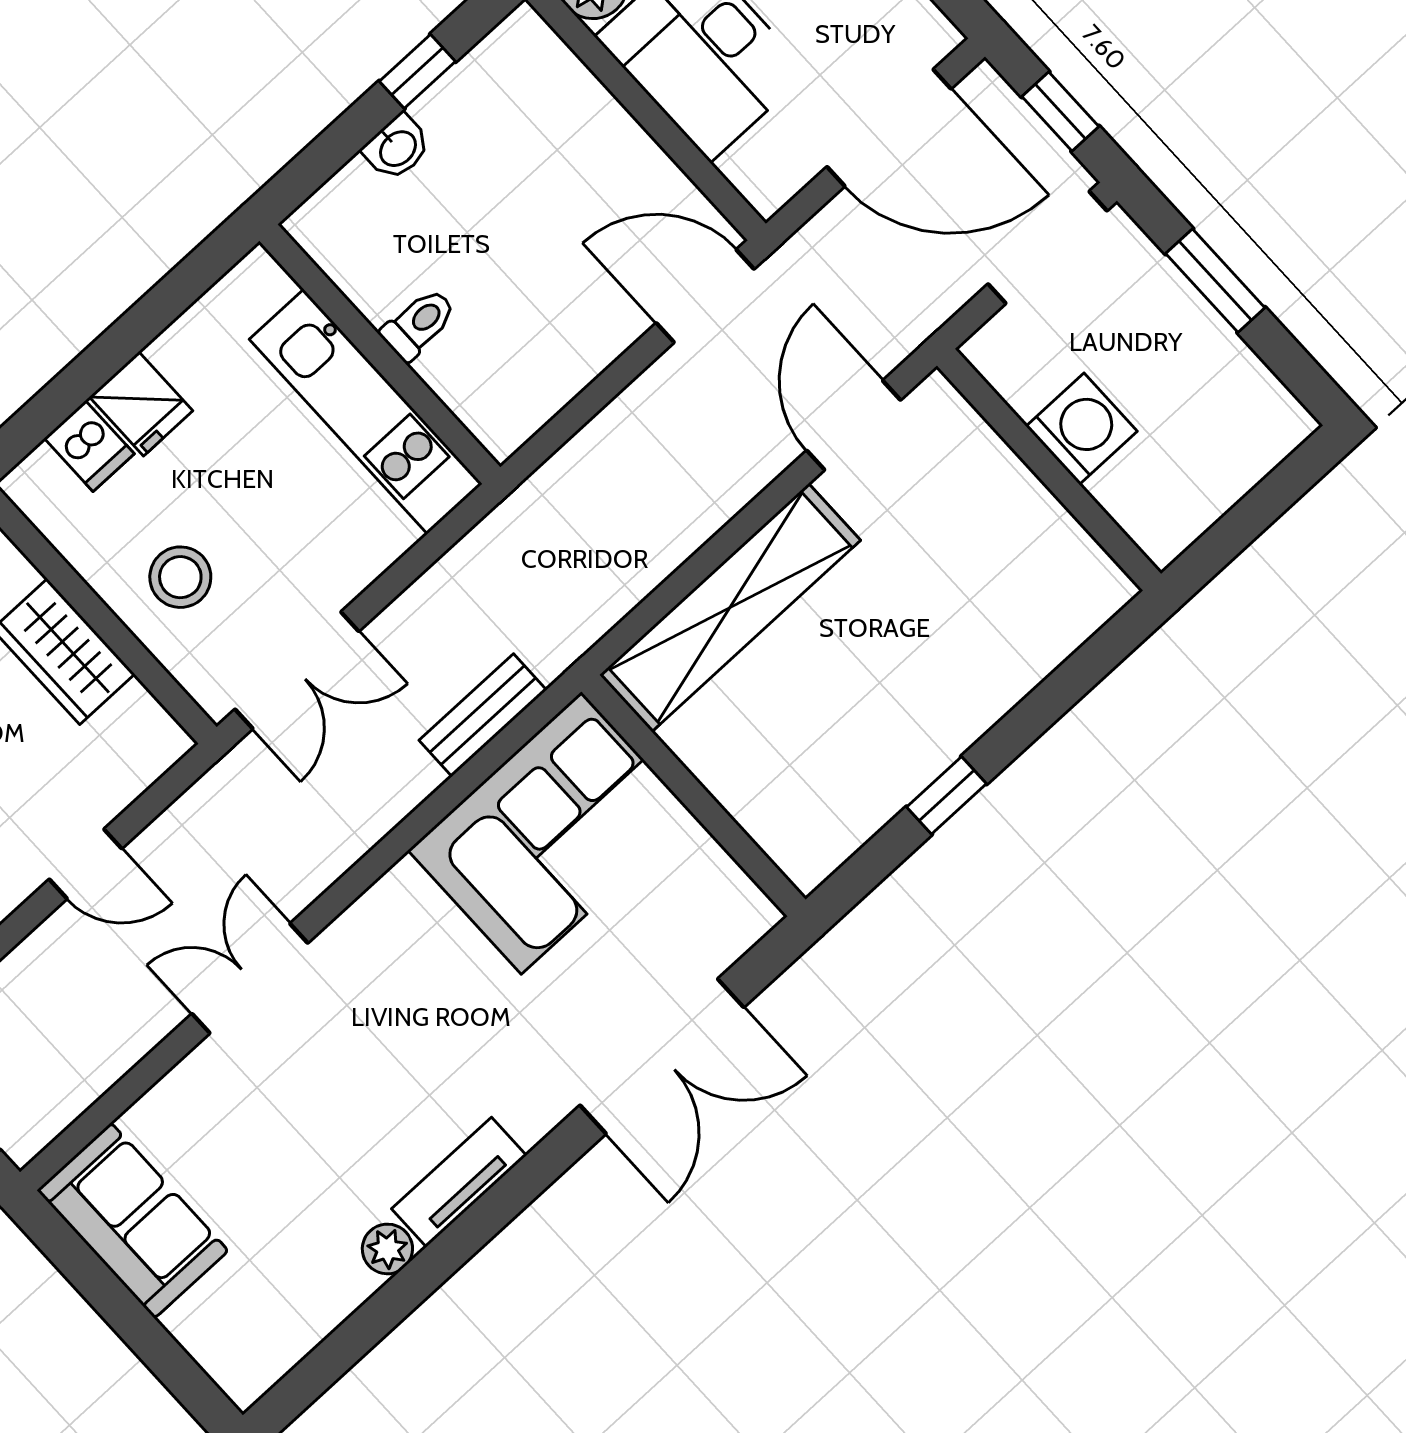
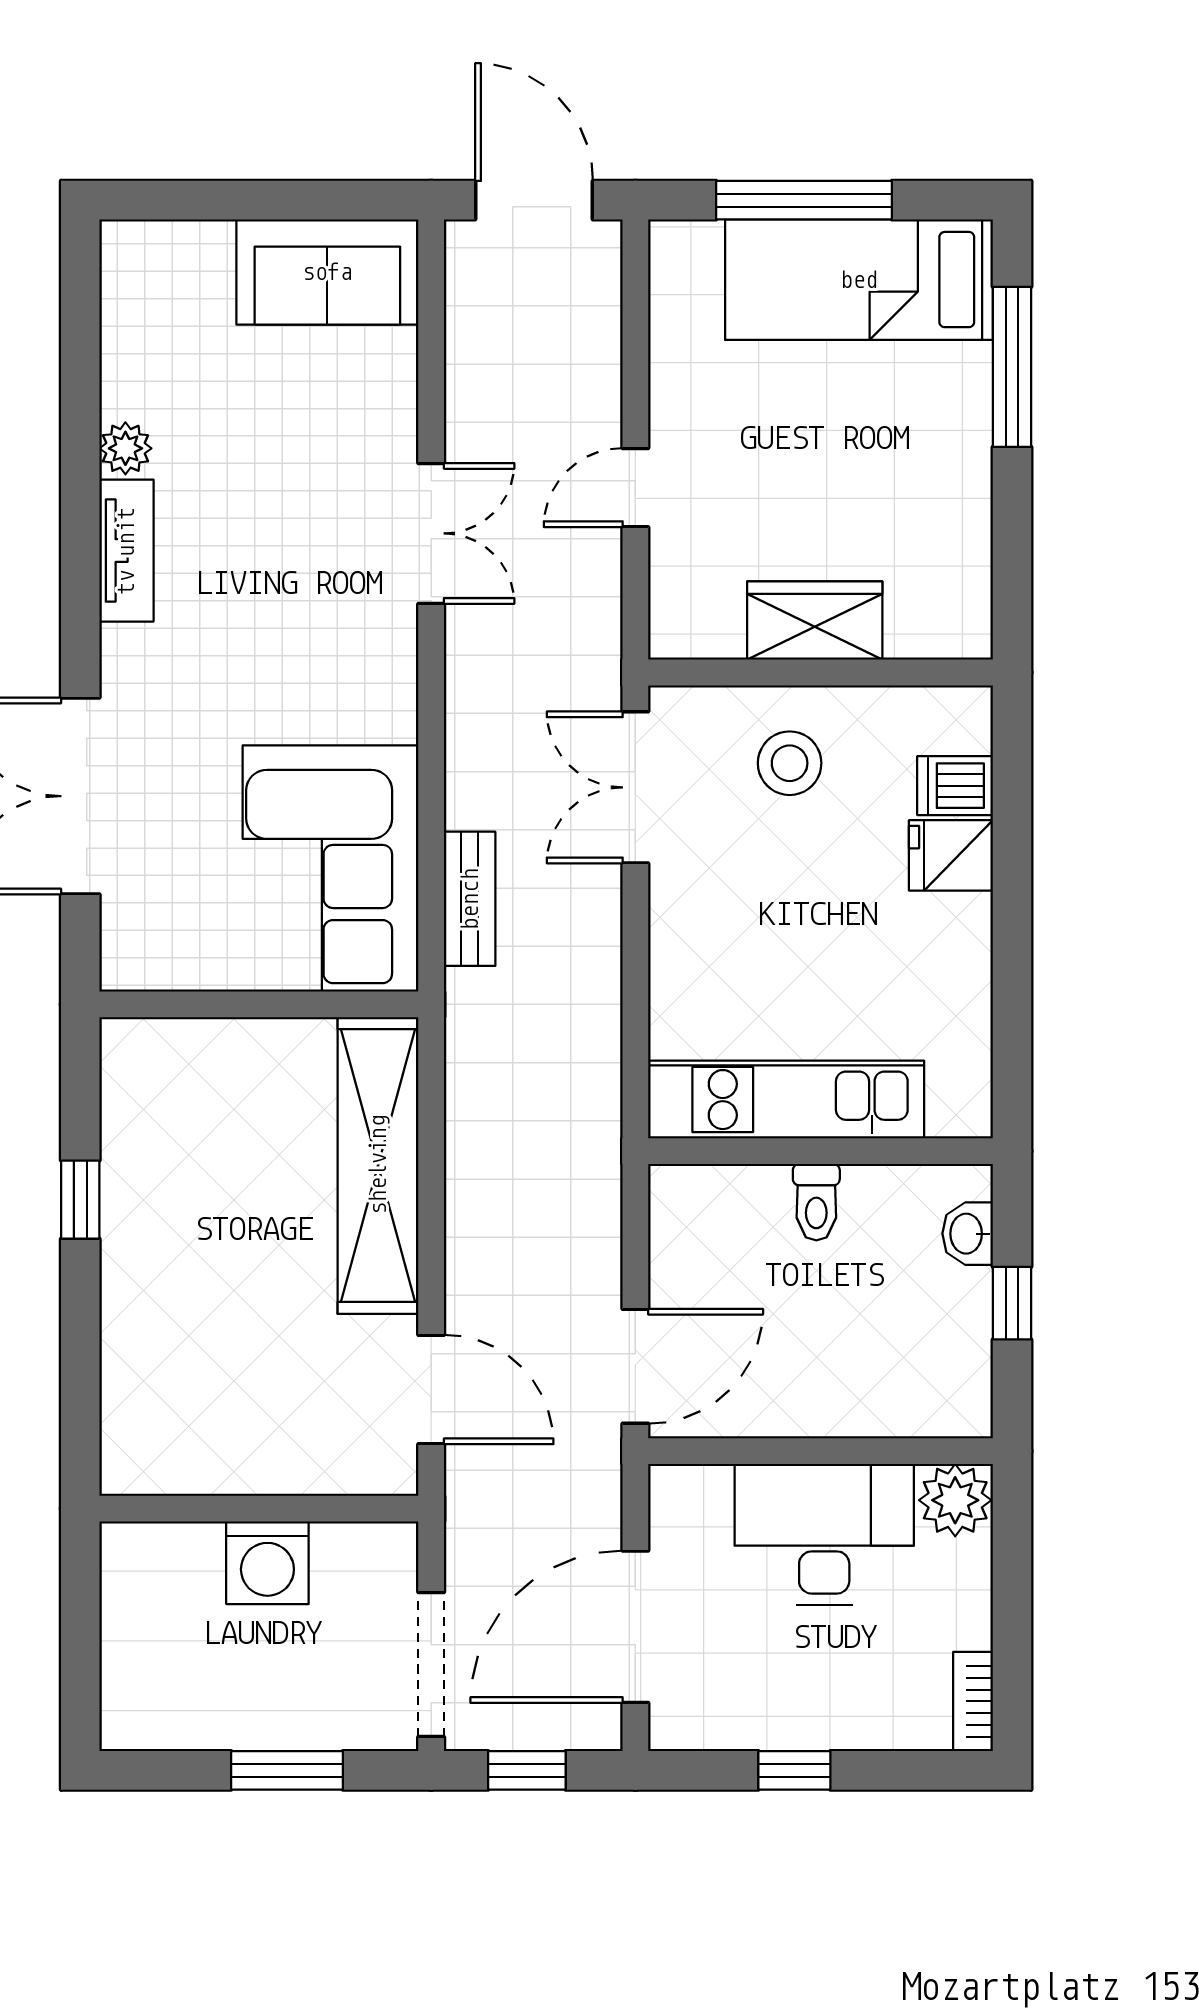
toilet: (419, 324) -> (816, 1202), moved
wall: (380, 354) -> (821, 1151), moved
kitchen unit: (366, 412) -> (786, 1100), moved

